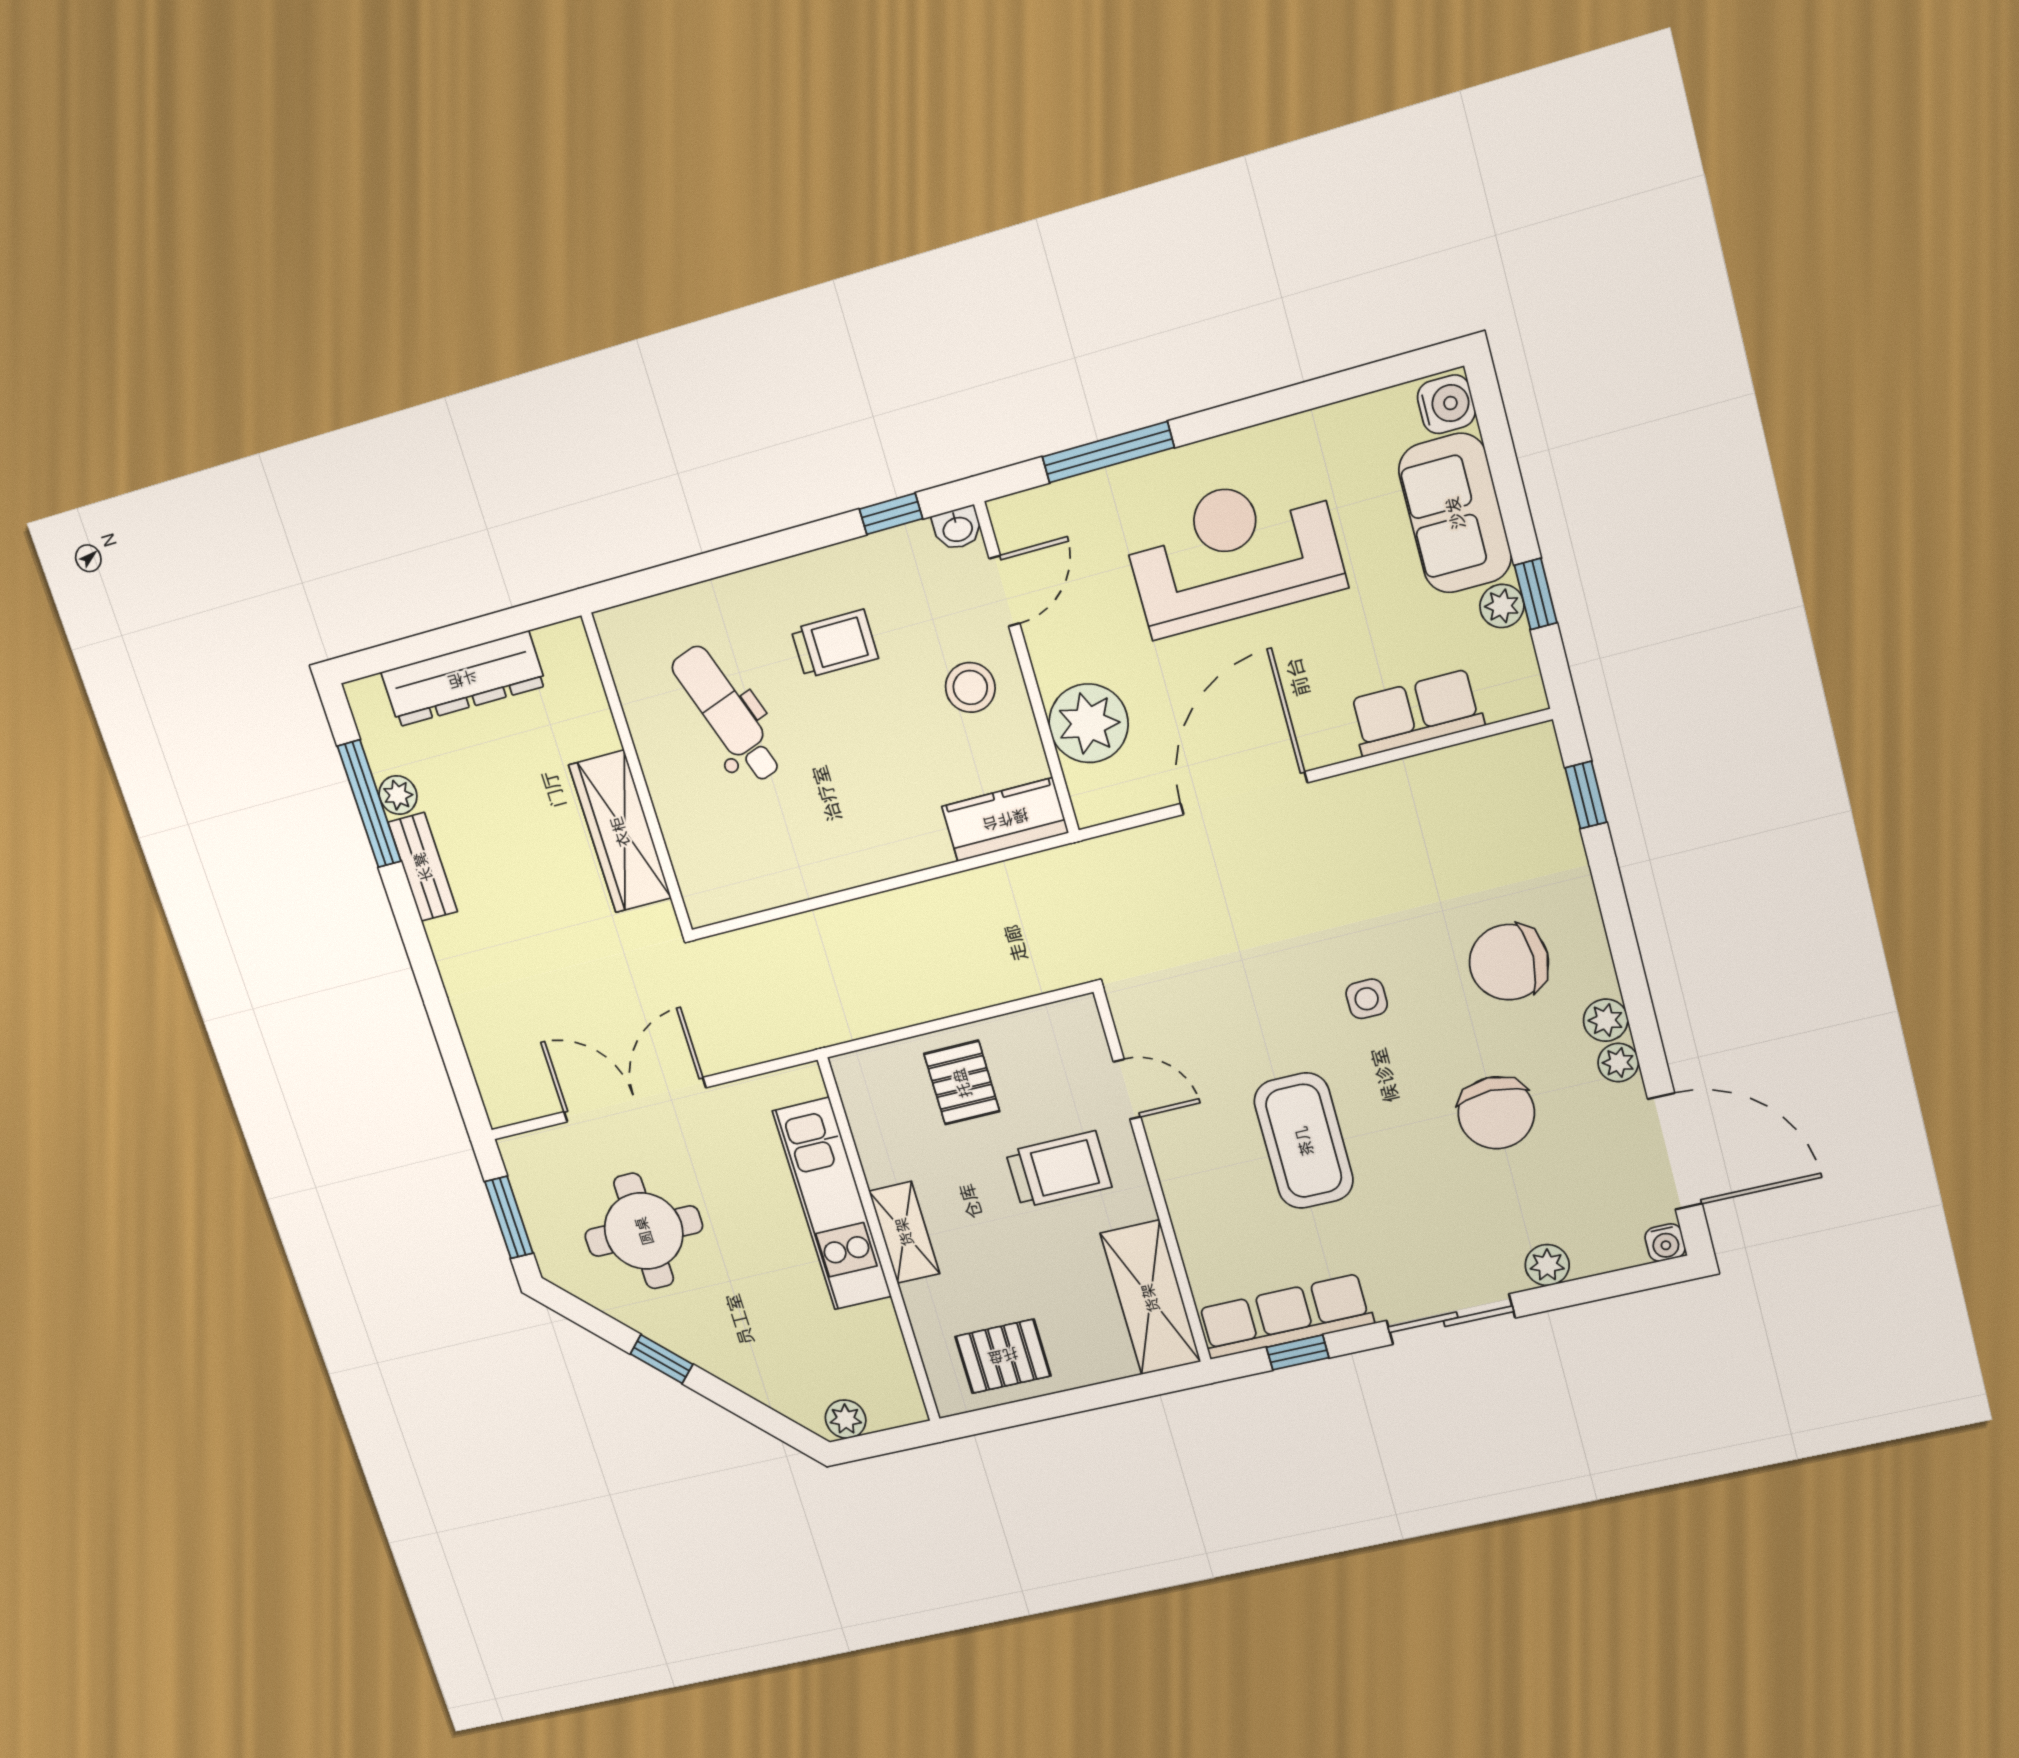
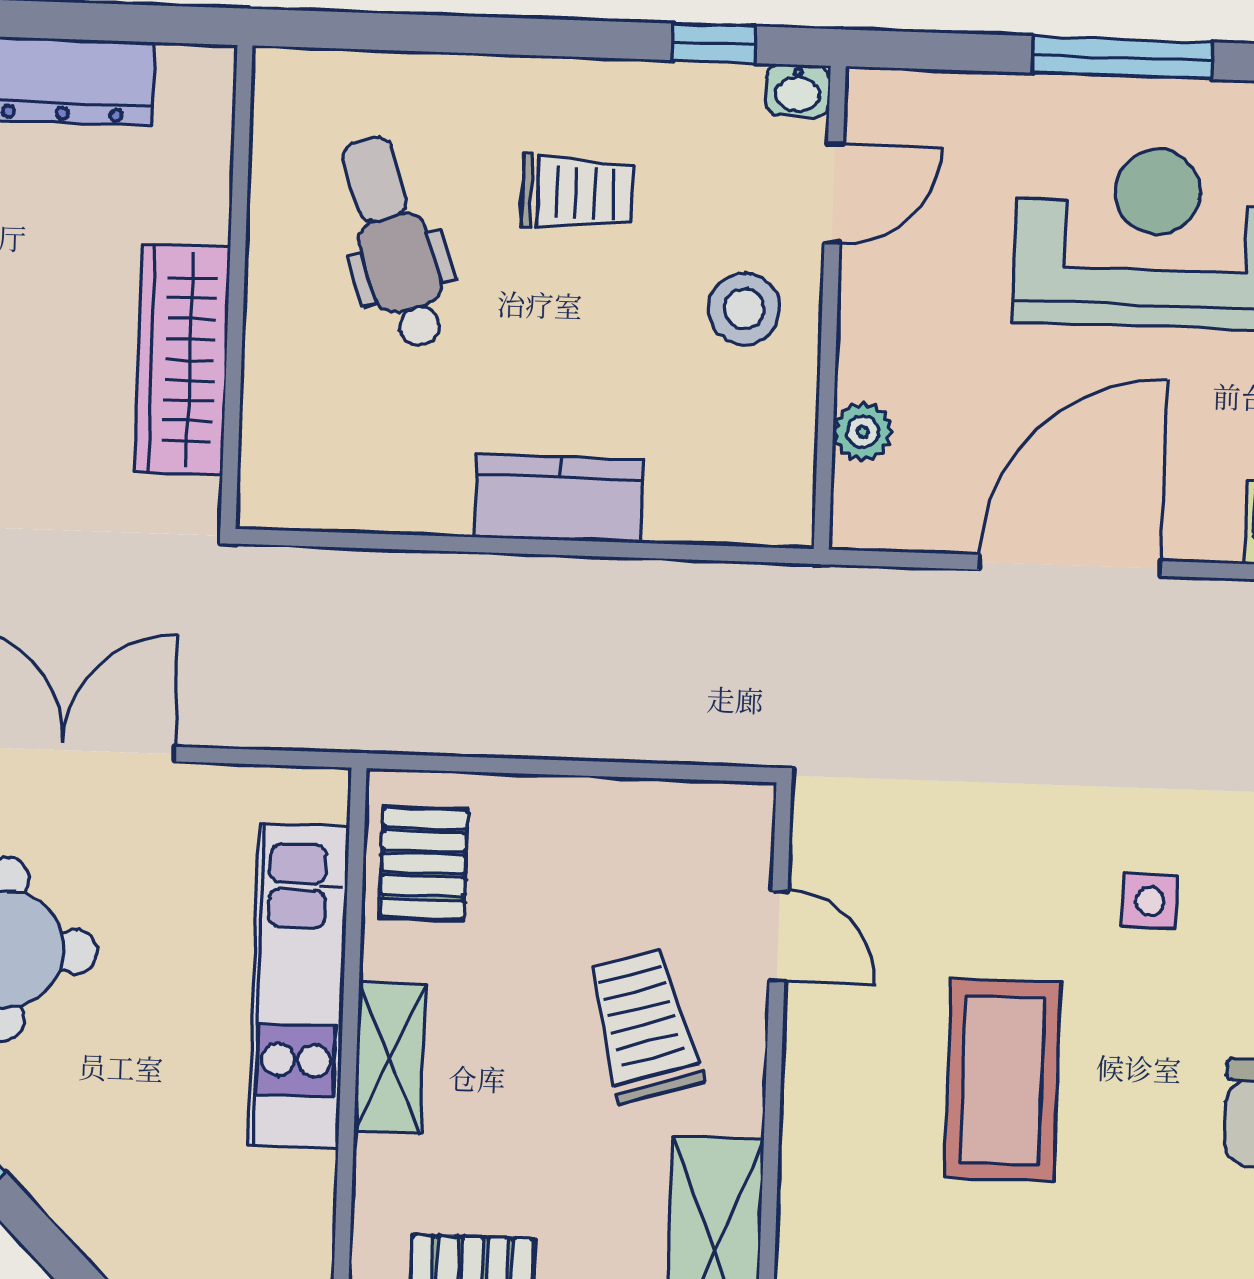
window: (1108, 452) -> (1123, 58), moved
plant: (1089, 723) -> (863, 432), width x0.53, depth x0.53
kitchen counter: (1005, 820) -> (559, 498), moved
pallet: (962, 1083) -> (424, 863), moved
trolley: (1059, 1169) -> (644, 1026), turned -107

